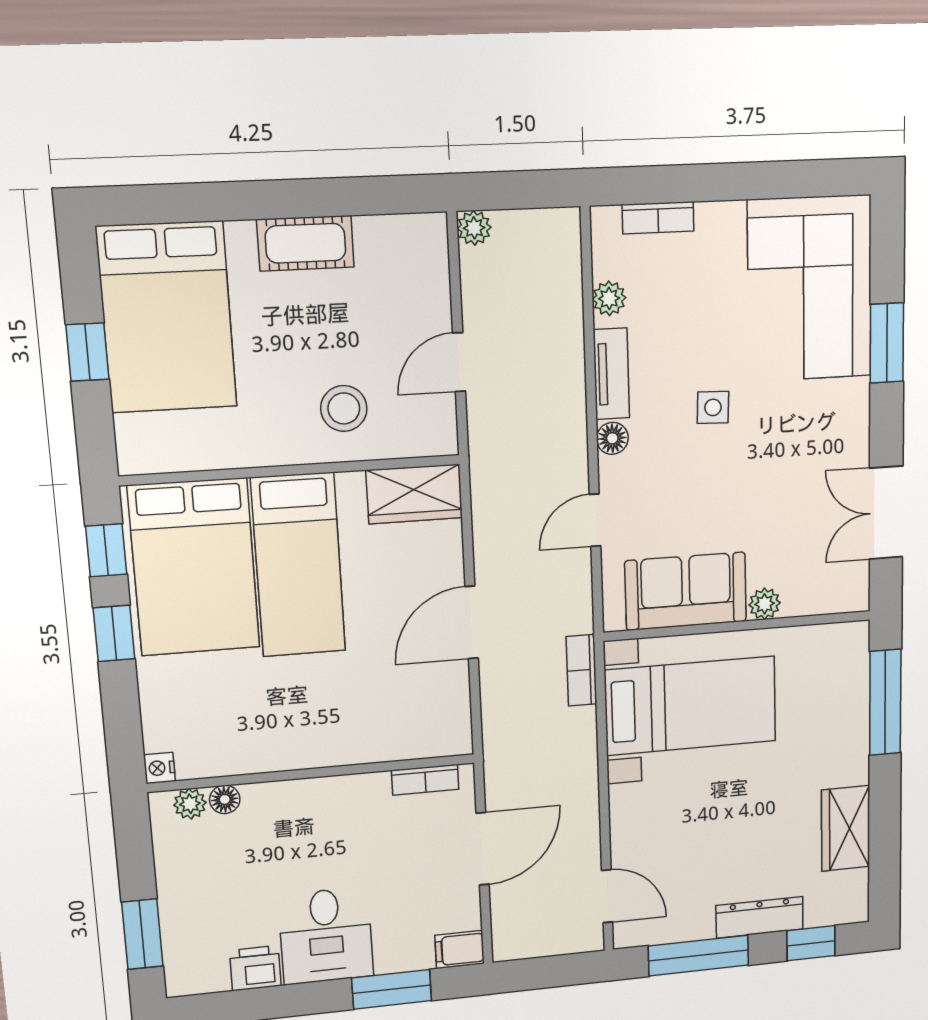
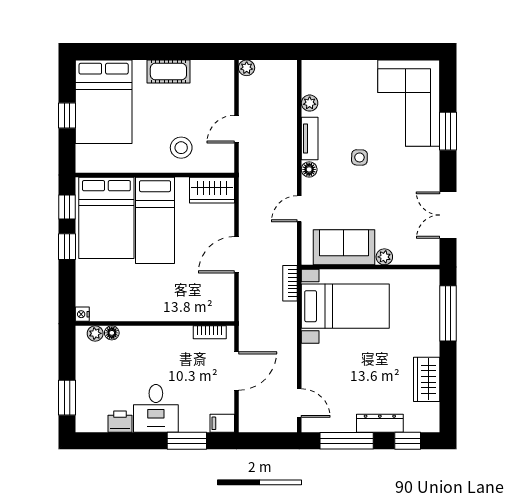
bookcase: (658, 218) -> (334, 67), removed

